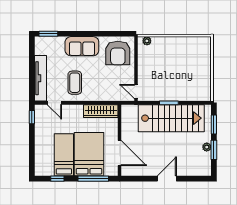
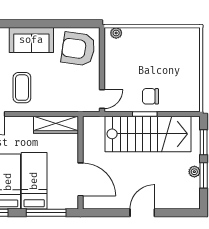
armchair: (118, 53) -> (78, 49), turned 98
chair: (173, 89) -> (150, 96), added
door: (136, 91) -> (102, 99), swing flipped
bed: (89, 154) -> (34, 181), width x0.67

